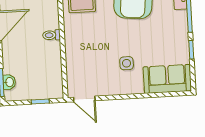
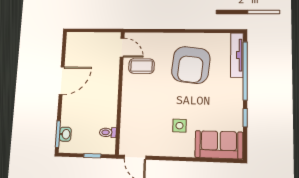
toilet: (52, 35) -> (108, 132), moved

